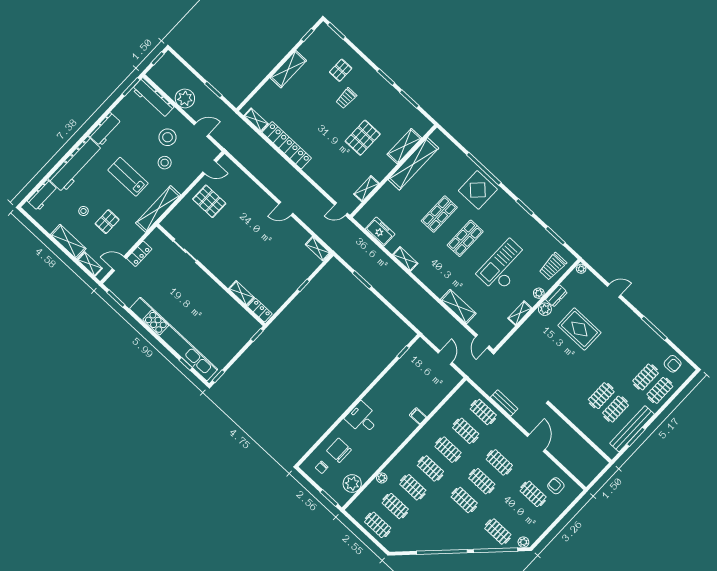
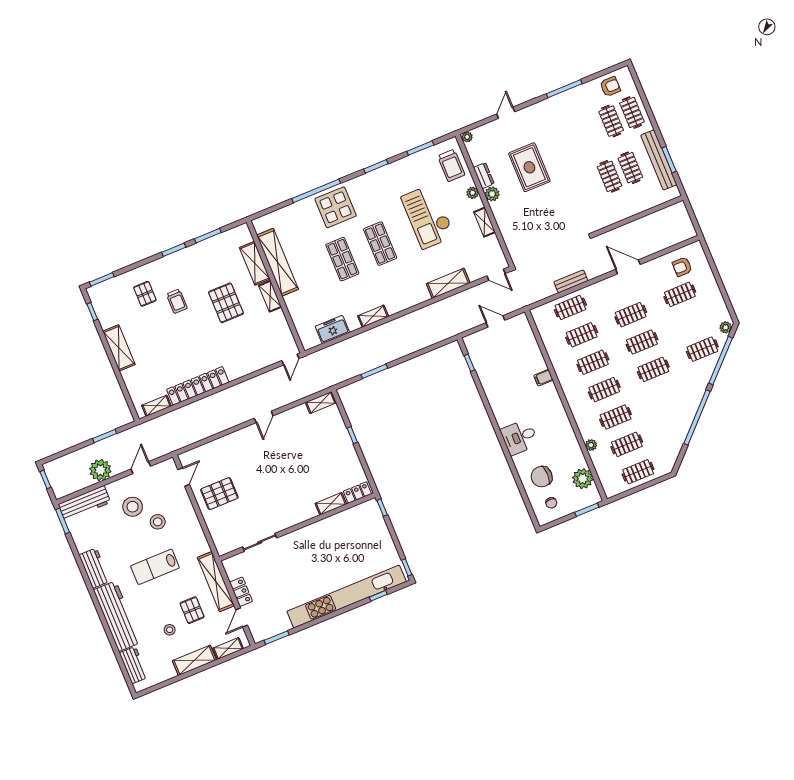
shelving: (366, 189) -> (270, 296), moved
shelving: (158, 209) -> (216, 582), moved
rug: (579, 329) -> (529, 167), turned 90

